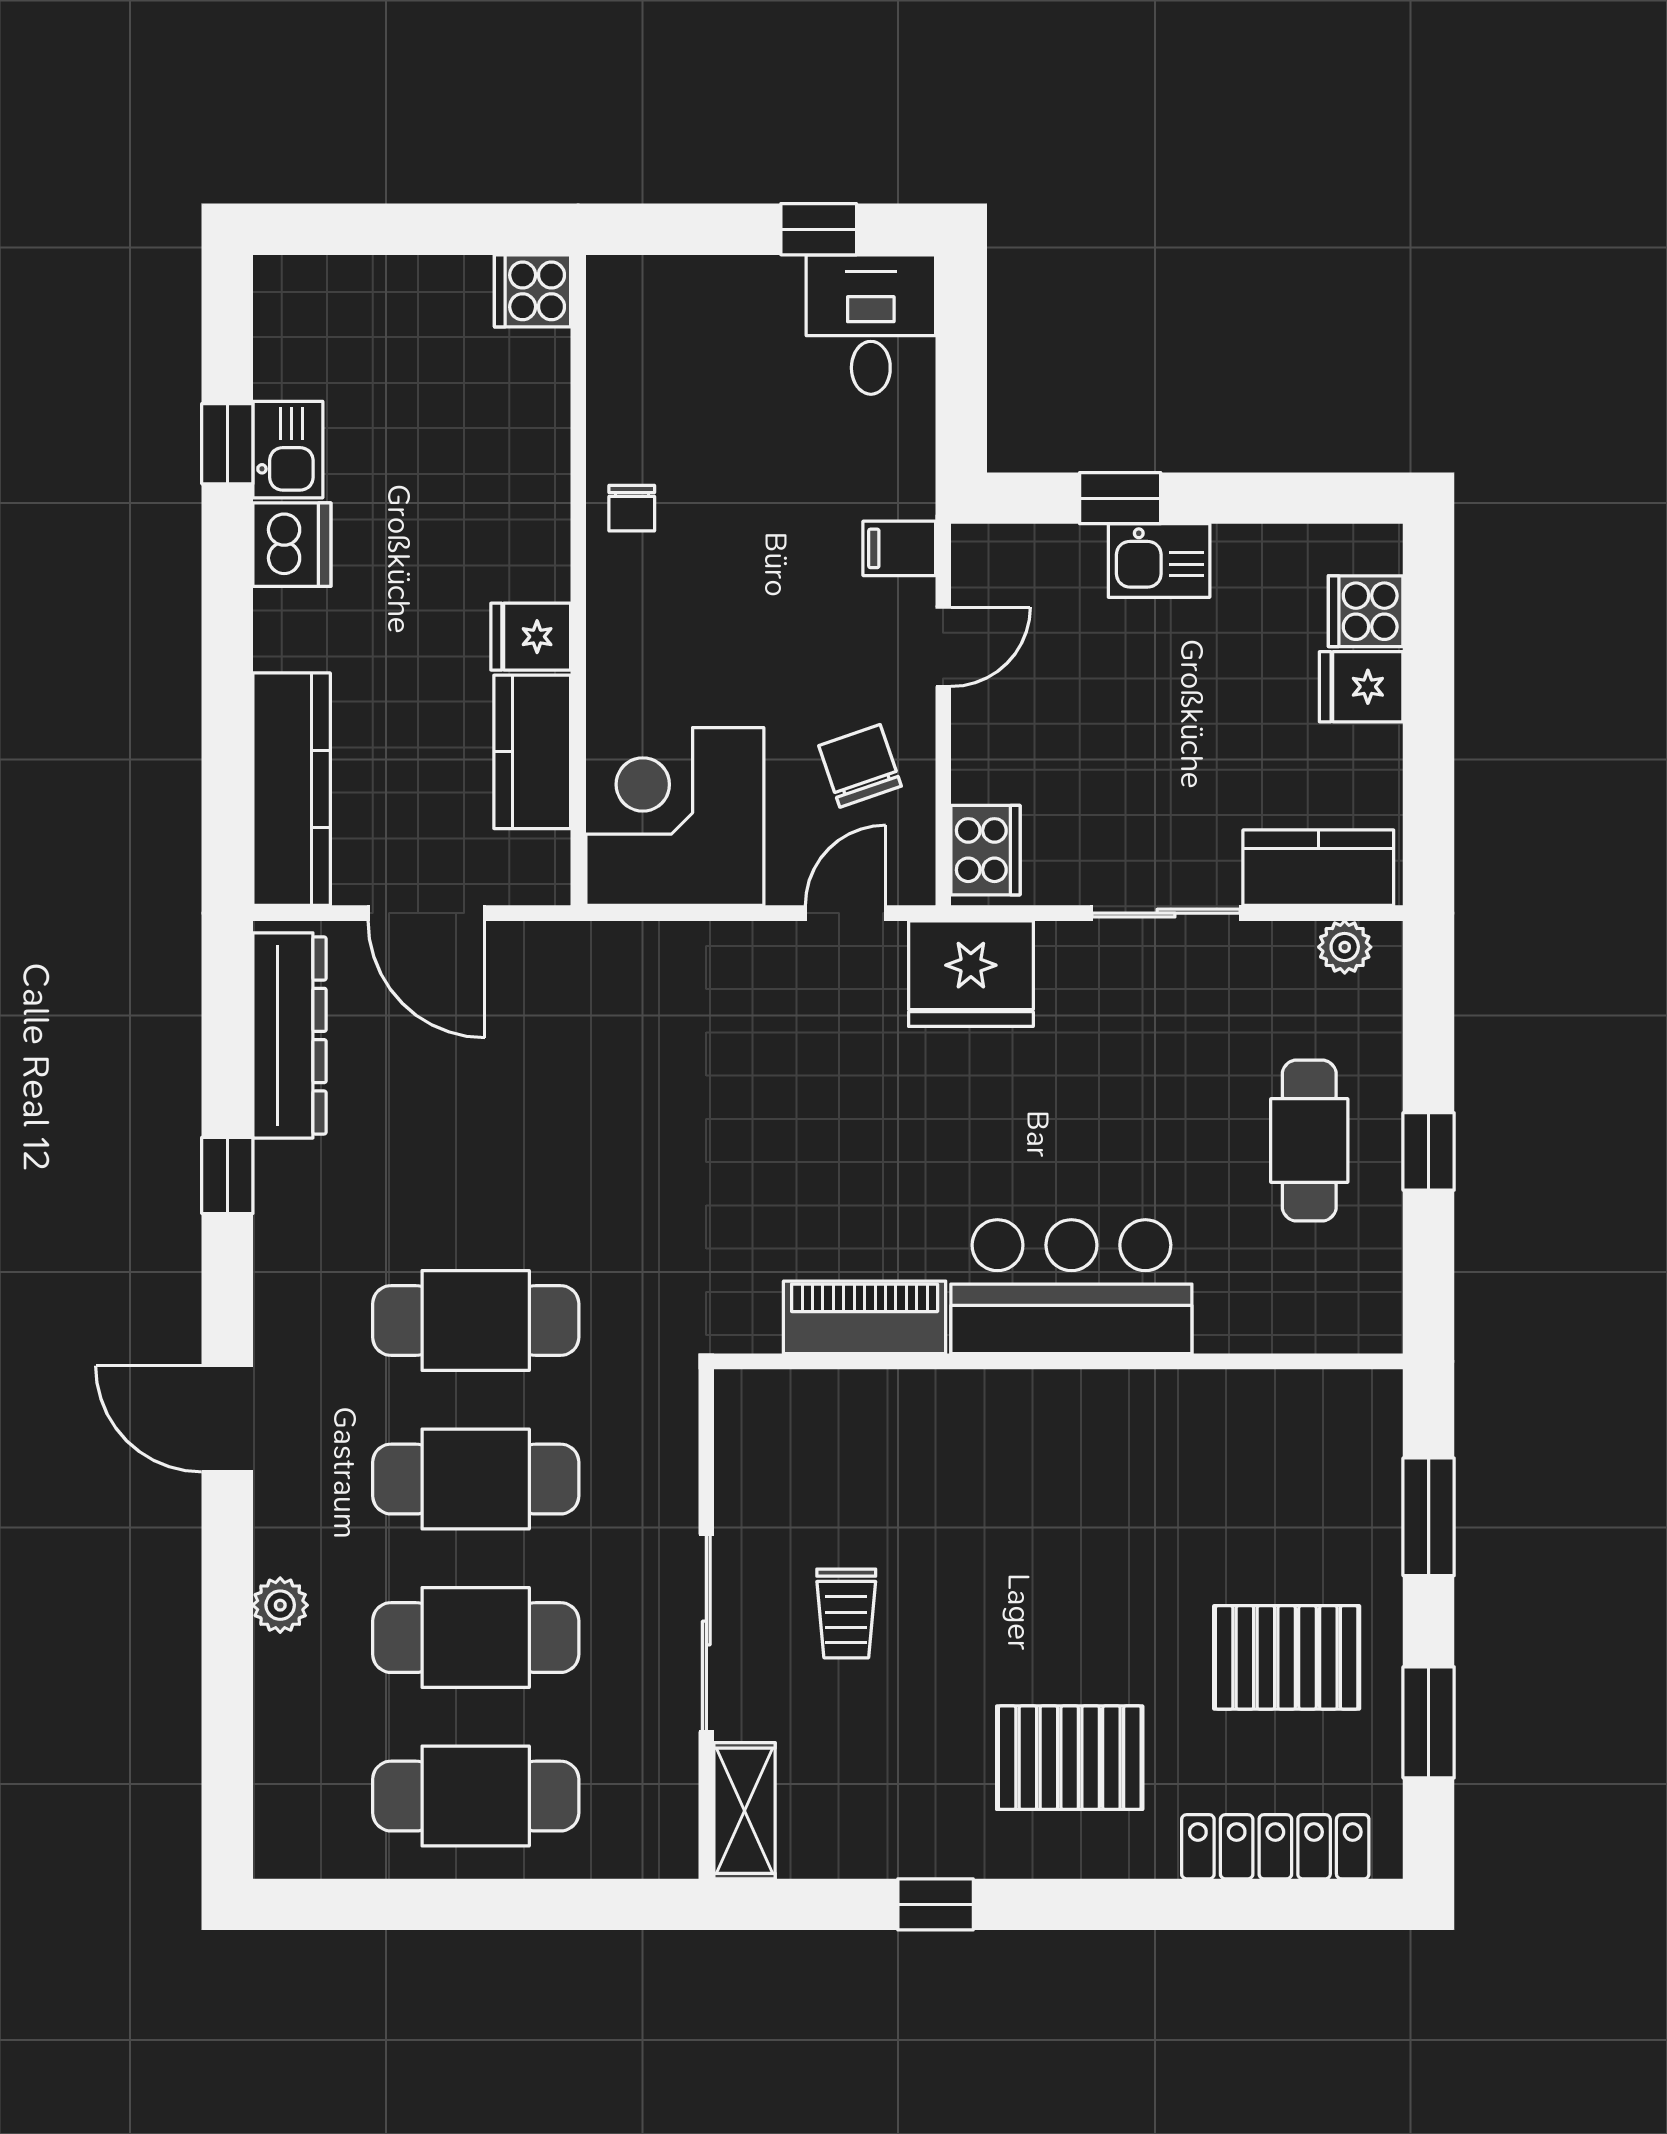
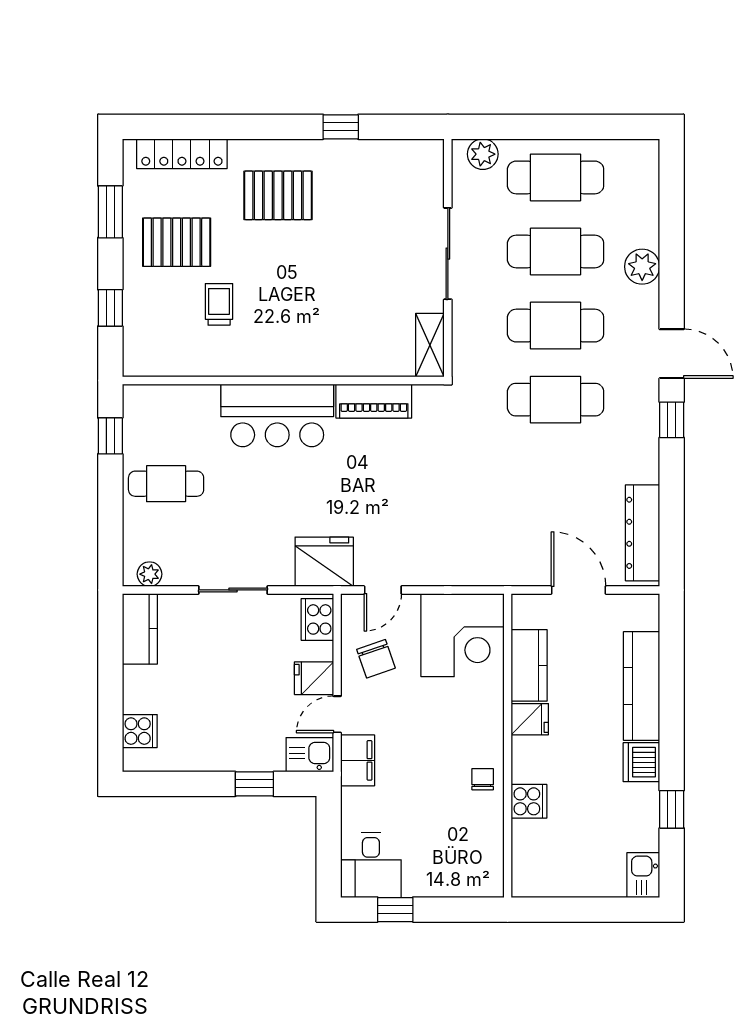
cooker: (532, 291) -> (529, 801), moved
kitchen sink: (288, 450) -> (643, 875), moved
filing cabinet: (899, 548) -> (358, 760), width x2.00
kitchen sink: (1159, 561) -> (310, 755), moved
fridge: (1361, 687) -> (314, 678), moved, turned 180
kitchen counter: (292, 789) -> (642, 686), moved
kitchen counter: (1318, 868) -> (140, 629), moved, turned -90
cafe table: (1309, 1141) -> (166, 484), turned 90
window: (1429, 1151) -> (110, 436), moved
window: (227, 1175) -> (672, 420), moved
window: (1429, 1517) -> (110, 308), width x0.67
plant: (280, 1605) -> (642, 267), width x1.38, depth x1.38
trolley: (846, 1613) -> (219, 304), moved
shelving: (745, 1811) -> (430, 345), moved
plant: (631, 1846) -> (483, 154), added

